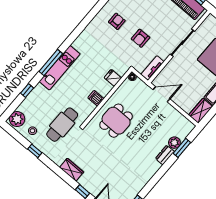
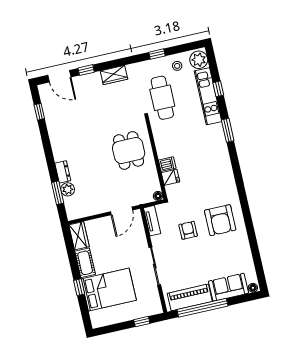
armchair: (117, 21) -> (220, 220), width x1.88, depth x1.88
window: (51, 63) -> (228, 130), width x0.69
kitchen unit: (60, 68) -> (208, 96), moved
dishwasher: (96, 98) -> (167, 164), moved

